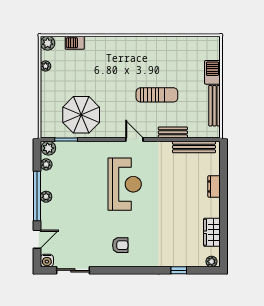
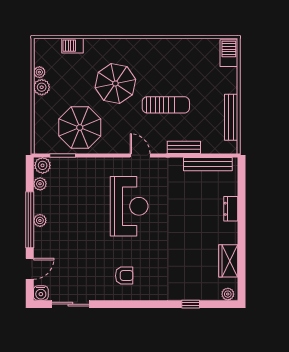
plant: (48, 43) -> (42, 87), moved
barbecue: (212, 72) -> (229, 53), moved
parasol: (113, 76) -> (115, 83), added

